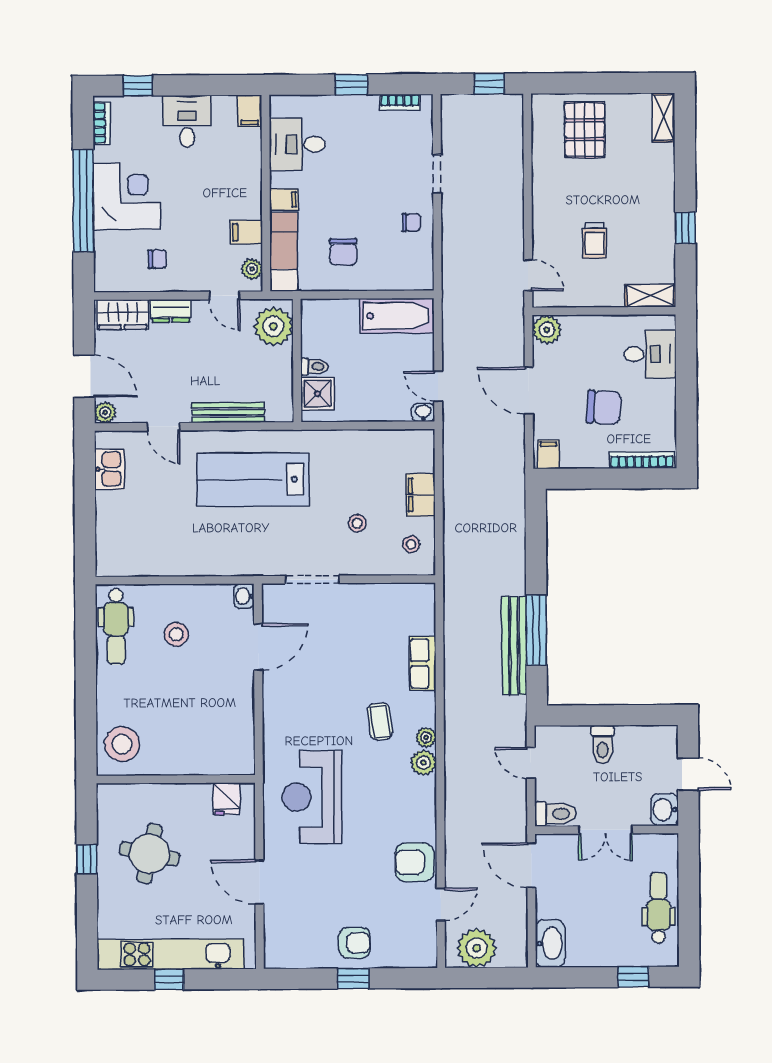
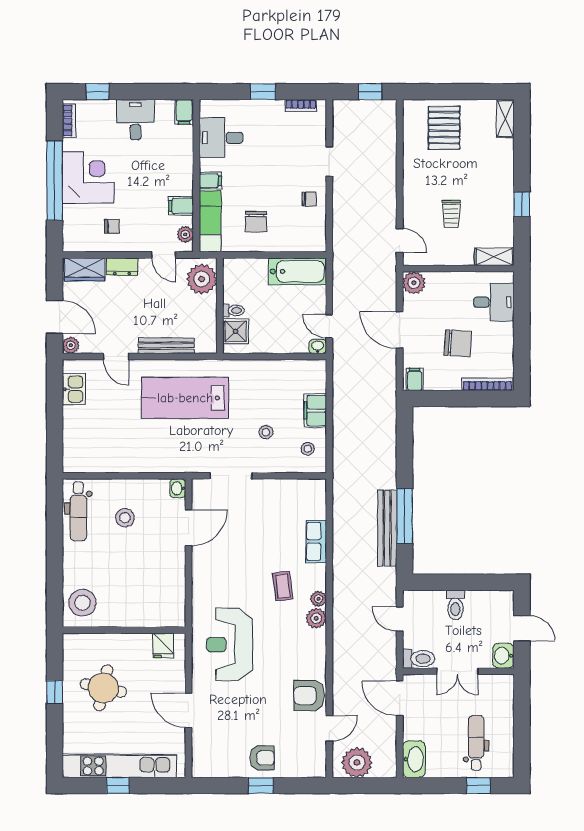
dental chair: (659, 908) -> (476, 743), moved

